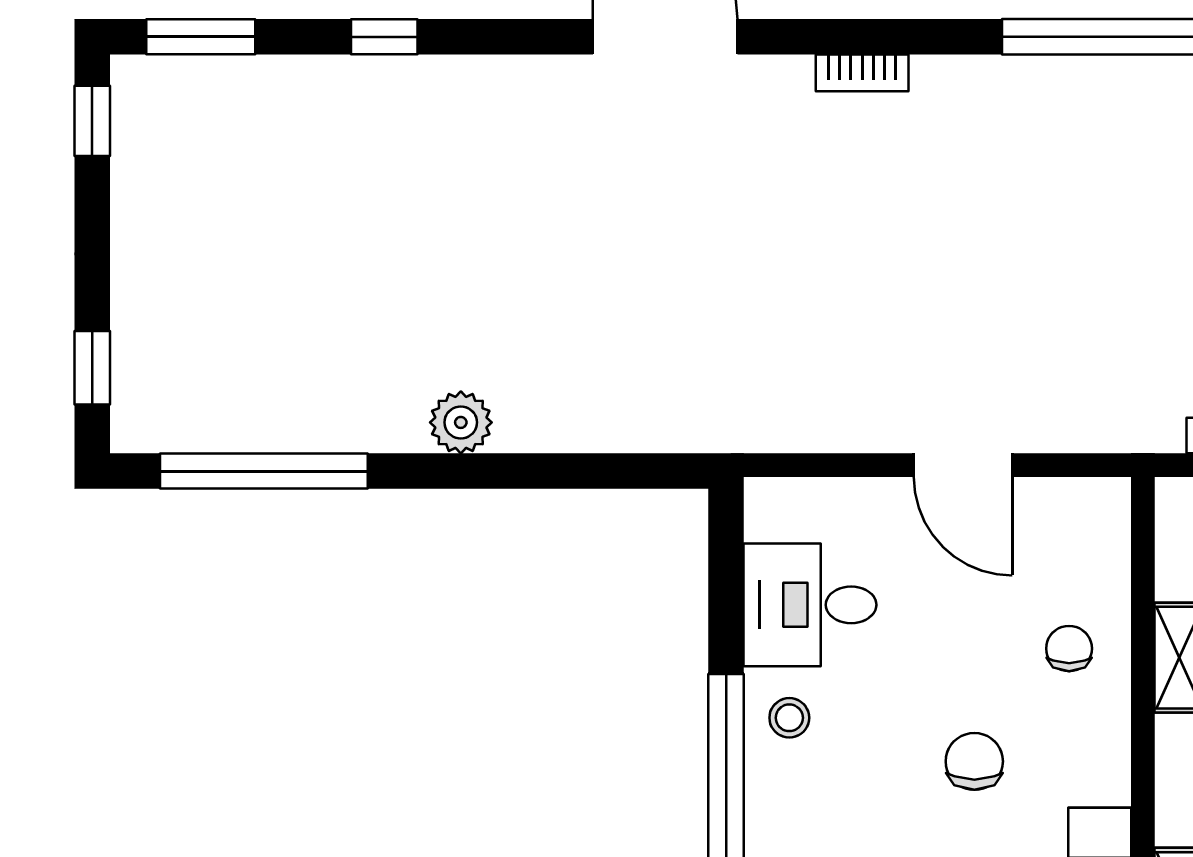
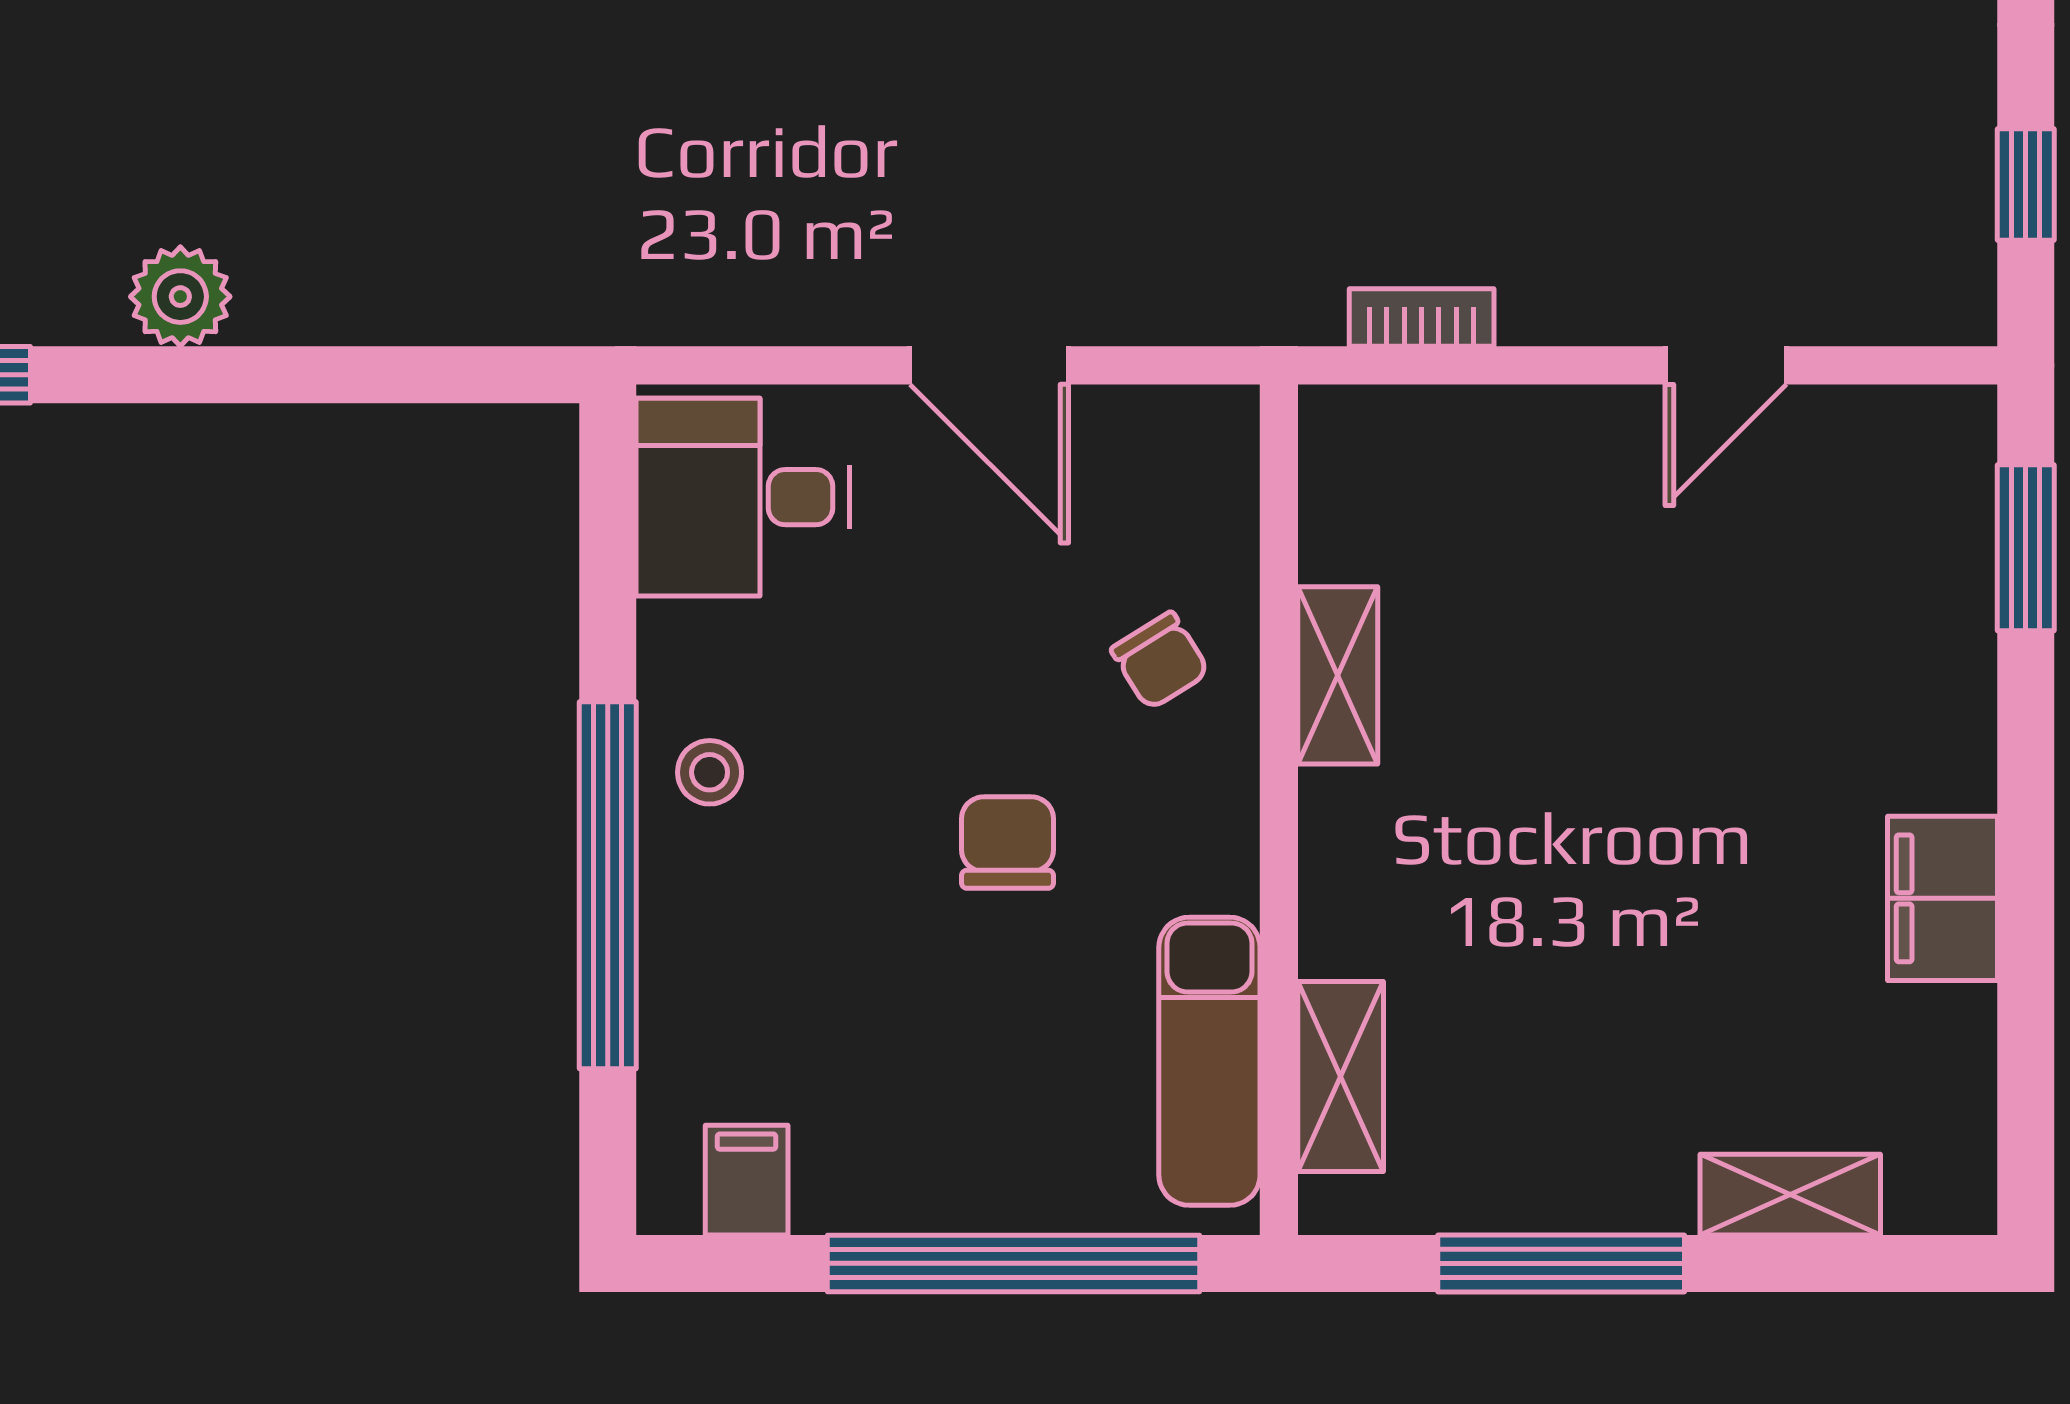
desk: (810, 605) -> (743, 497), moved
chair: (1069, 649) -> (1160, 661), turned 148

